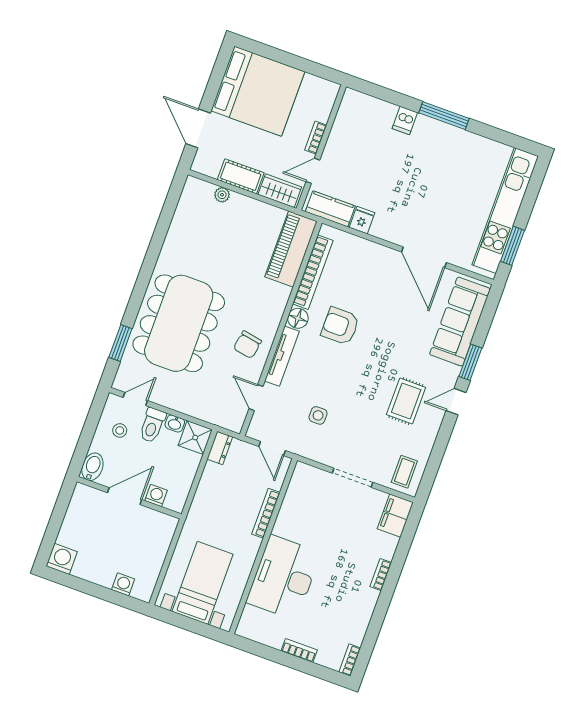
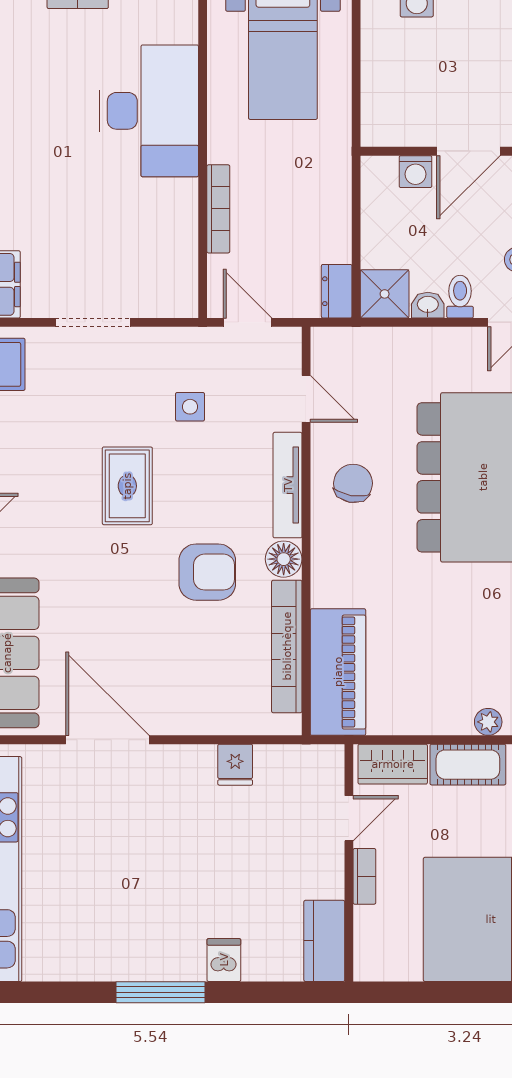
kitchen counter: (330, 209) -> (324, 941), moved, turned 90
rug: (406, 401) -> (127, 486), moved
toilet: (152, 425) -> (460, 297), width x0.73, depth x0.72

